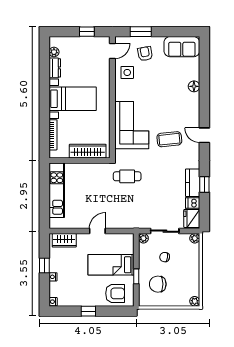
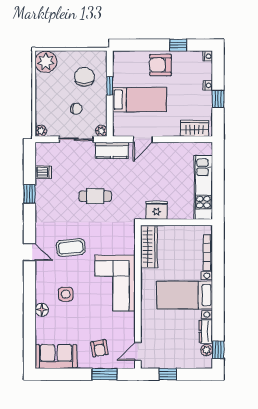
window: (44, 52) -> (218, 350), added
side table: (127, 72) -> (66, 294), moved
corner sofa: (132, 125) -> (115, 283), moved
wardrobe: (88, 151) -> (149, 246), moved, turned -90
cafe table: (127, 176) -> (95, 196), moved
kitchen counter: (193, 183) -> (112, 150), moved, turned 90
fridge: (192, 218) -> (156, 210), moved, turned -90
door: (97, 231) -> (143, 139), moved
chair: (158, 284) -> (84, 77), turned -90
armchair: (115, 293) -> (160, 65), moved
plant: (195, 301) -> (46, 62), width x1.87, depth x1.87
window: (88, 311) -> (178, 45), moved

